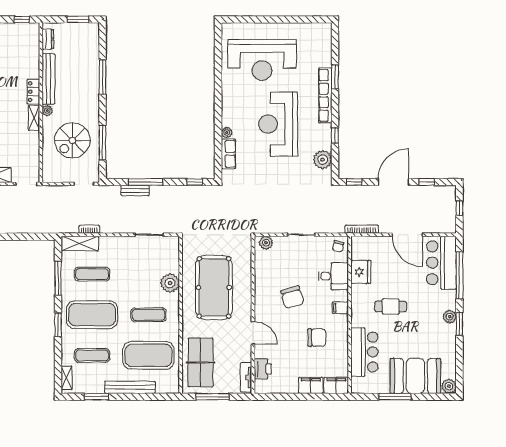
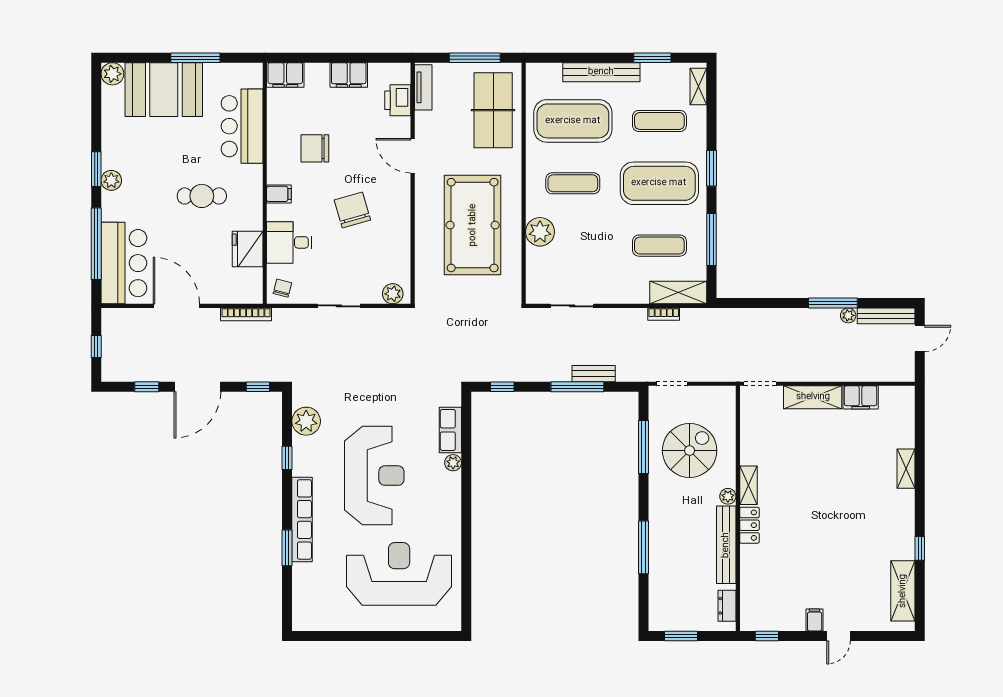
filing cabinet: (311, 385) -> (349, 75), moved

